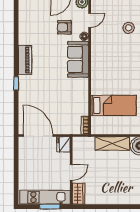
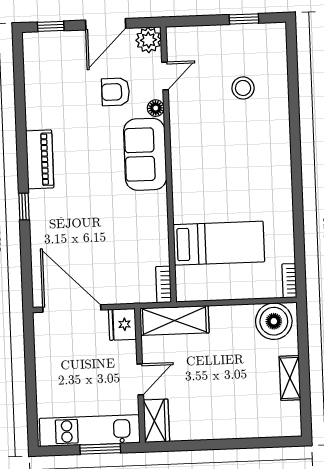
shelving: (112, 144) -> (174, 321), moved

